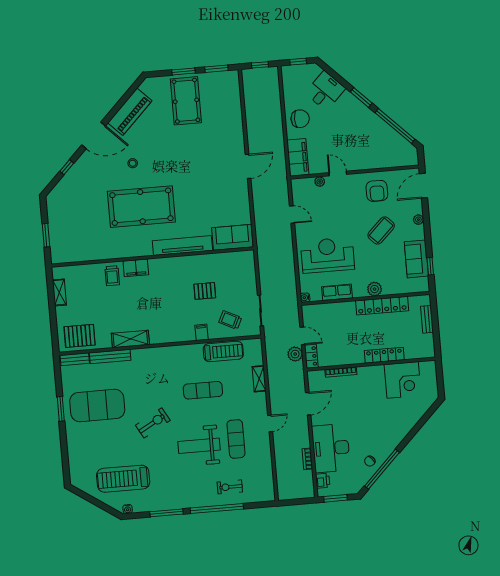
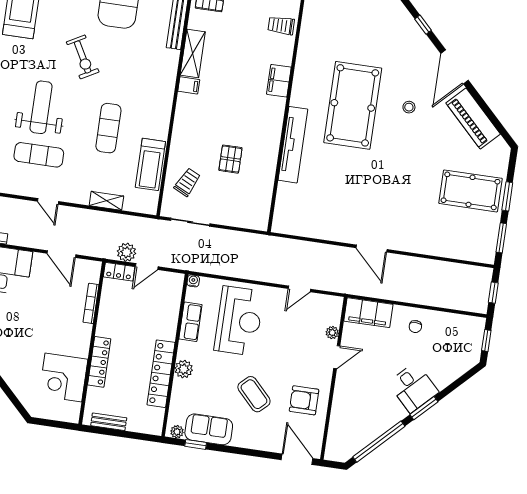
desk: (325, 91) -> (413, 387), moved
chair: (300, 119) -> (415, 327), width x0.54, depth x0.54
plant: (418, 220) -> (177, 432), moved
sofa: (232, 237) -> (289, 209), removed
trolley: (112, 276) -> (281, 25), moved
bench: (427, 319) -> (109, 422), moved
filing cabinet: (201, 332) -> (189, 85), moved

